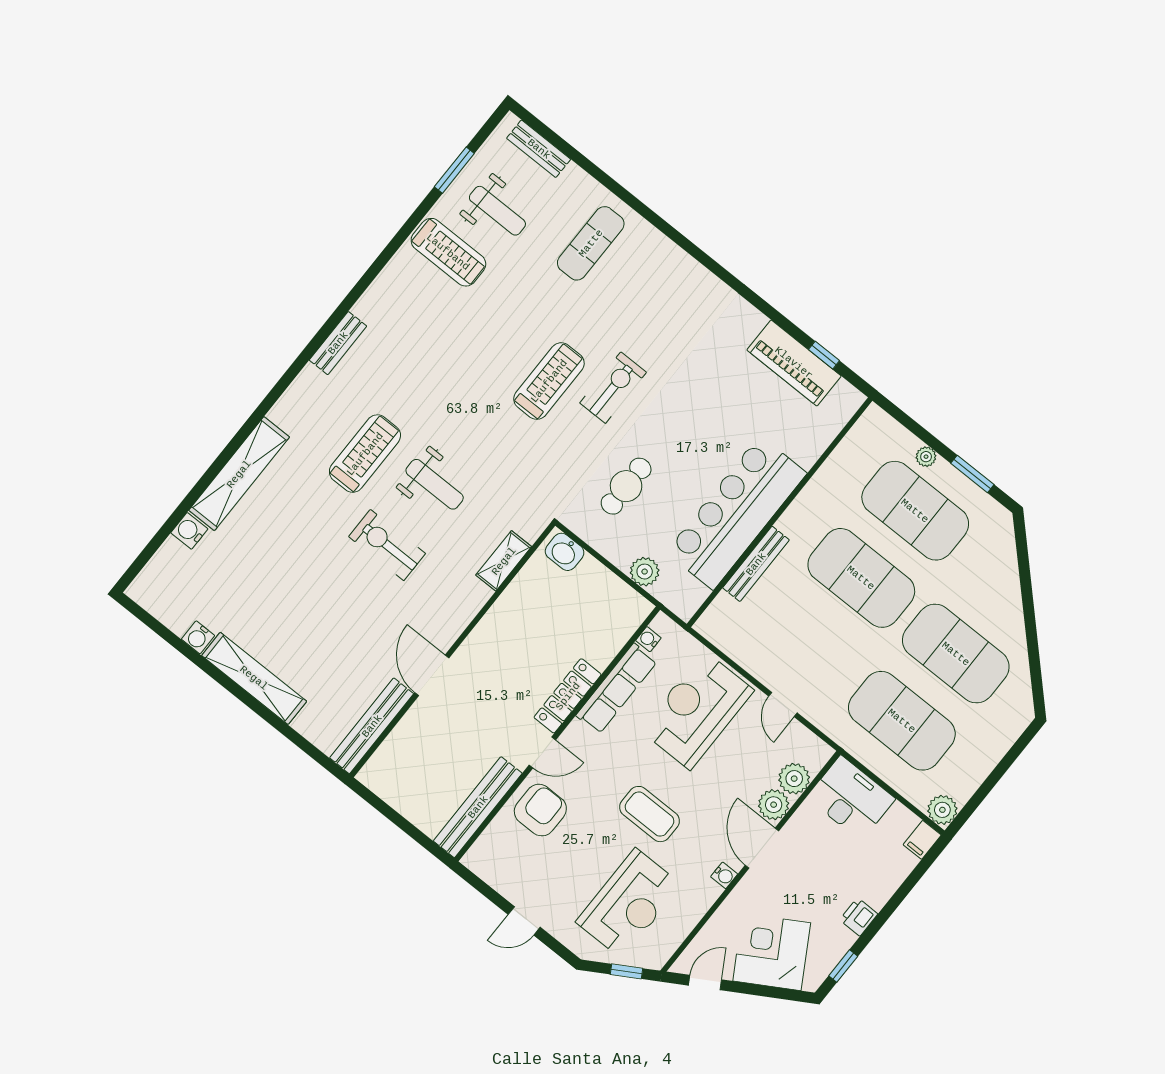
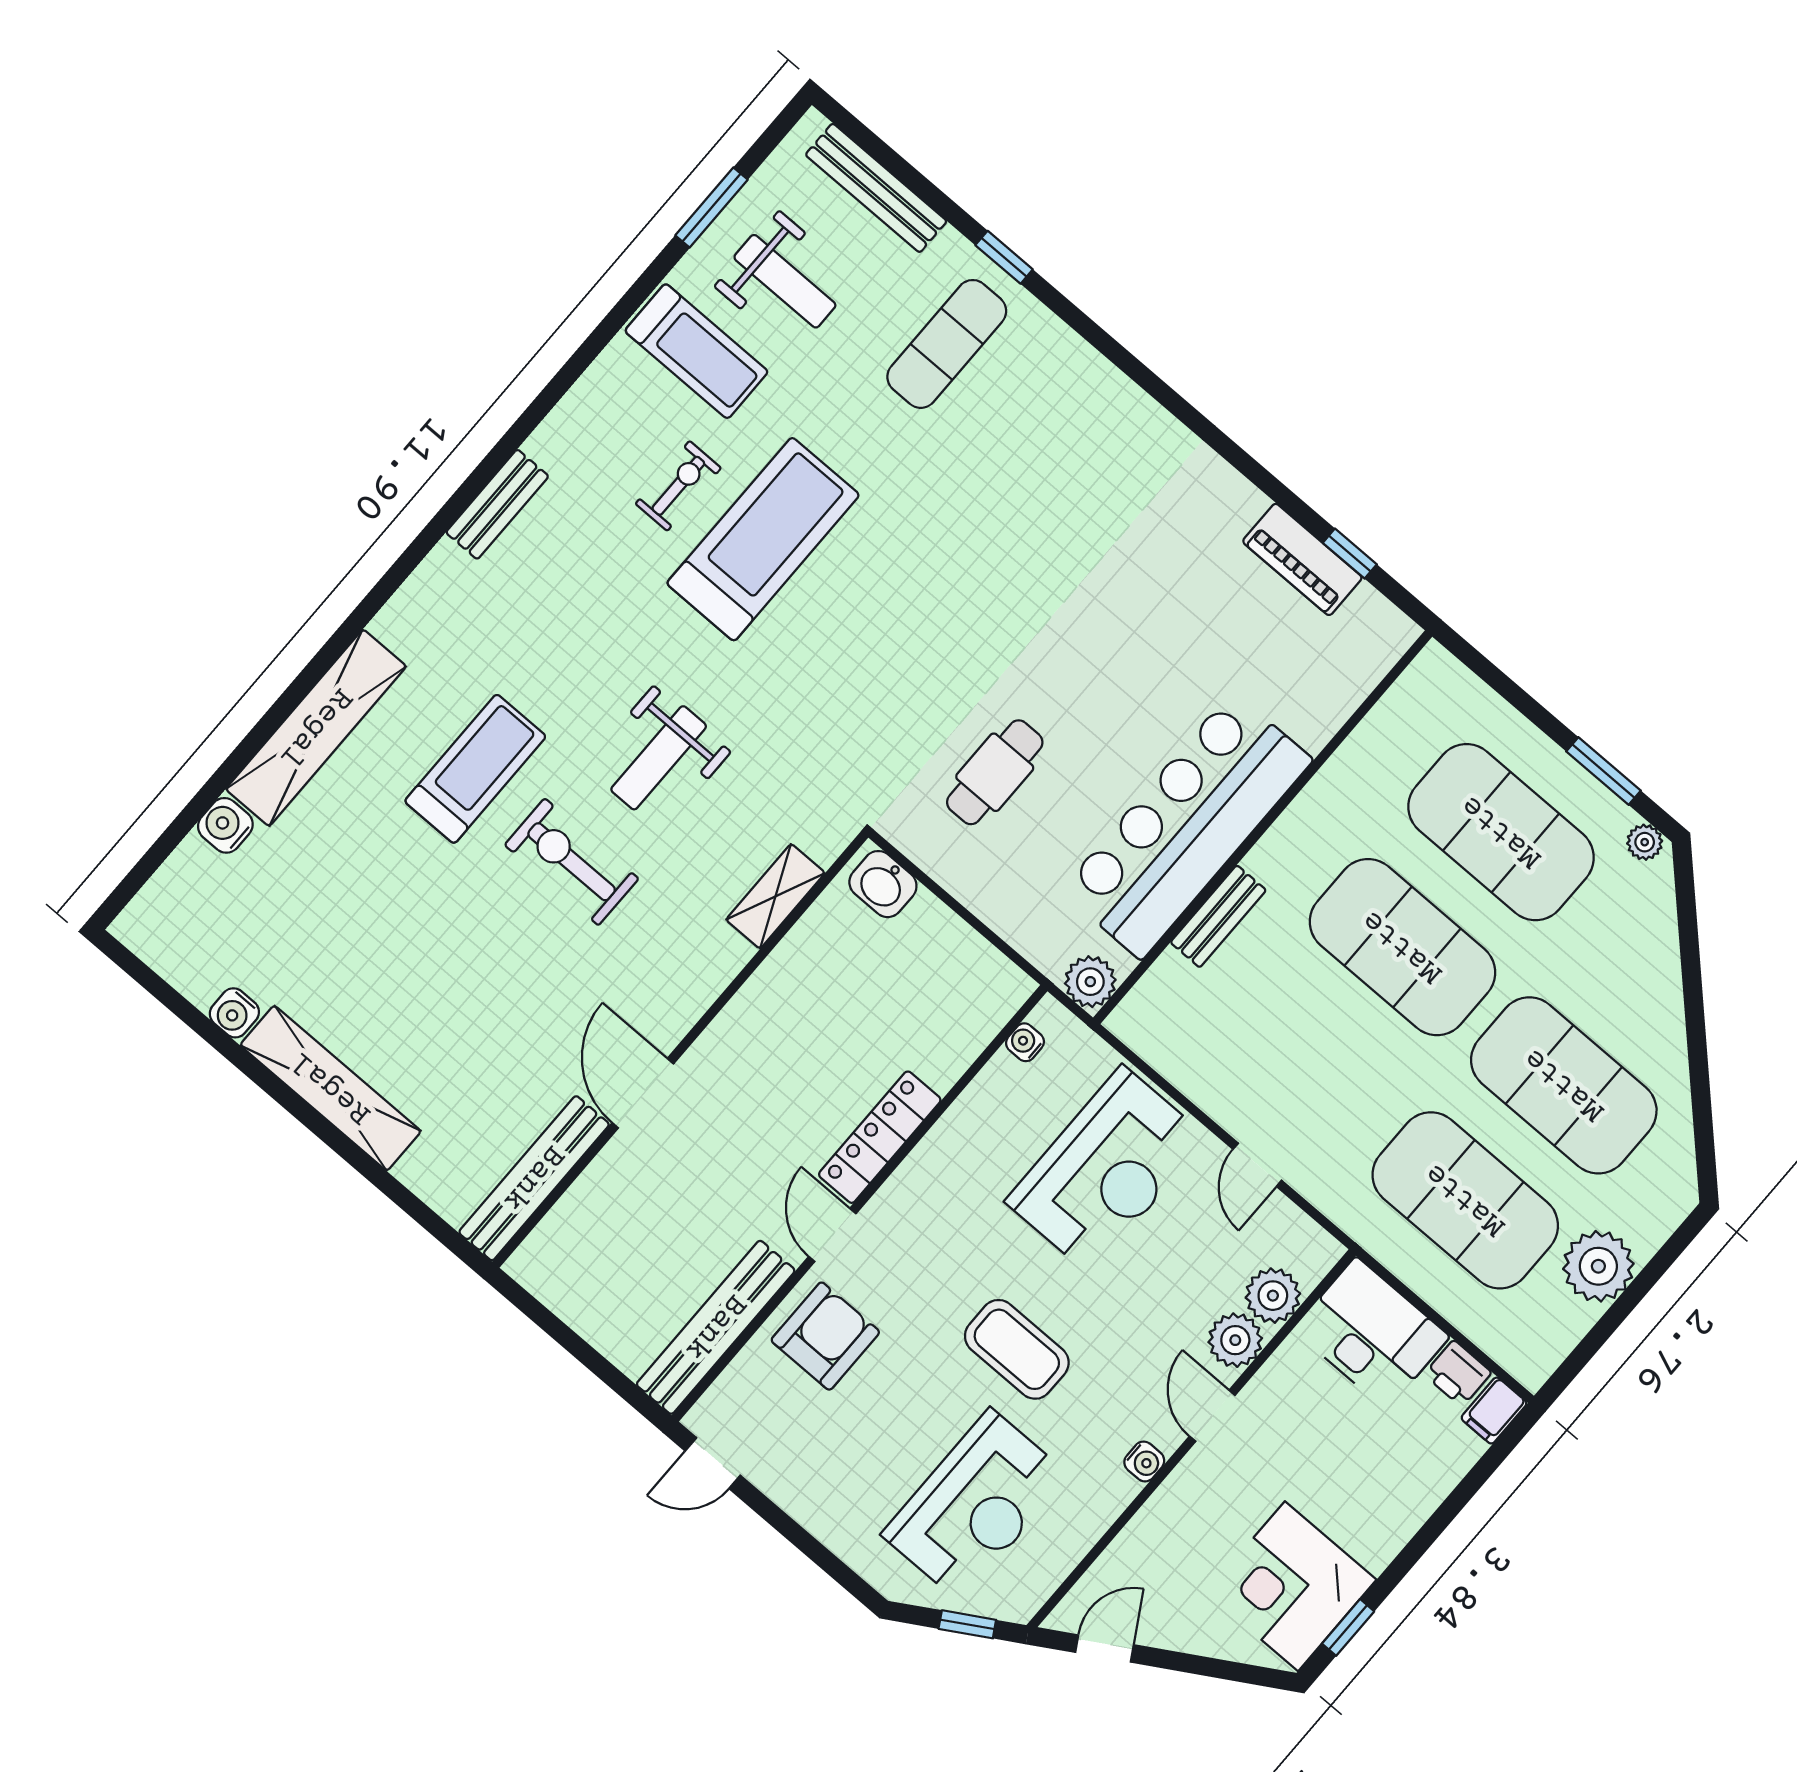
bench: (539, 149) -> (876, 188), width x1.36
window: (622, 193) -> (1004, 257), added
piano: (794, 363) -> (1302, 559), width x0.73, depth x0.75
treadmill: (549, 381) -> (763, 539), moved, width x1.37, depth x1.38
exercise bike: (613, 388) -> (678, 486), moved, width x0.73, depth x0.72
treadmill: (365, 454) -> (475, 769), moved
plant: (926, 457) -> (1645, 842), moved
weight bench: (435, 484) -> (659, 758), turned 90
bench: (756, 564) -> (1218, 916), width x0.73
plant: (645, 572) -> (1090, 982), moved
row of seats: (617, 688) -> (966, 1127), removed
reception desk: (697, 710) -> (1106, 1170), turned 180
door: (542, 752) -> (832, 1235), swing flipped
plant: (942, 810) -> (1598, 1266), moved, width x1.36, depth x1.36
door: (762, 848) -> (1212, 1416), width x0.73
printer: (859, 917) -> (1458, 1373), moved, turned -90
door: (524, 921) -> (713, 1463), moved
corner desk: (772, 952) -> (1291, 1586), moved, turned -59

